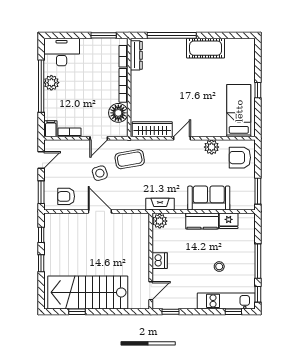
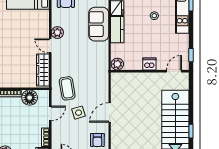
door: (99, 138) -> (50, 113), hinge flipped
plant: (212, 147) -> (57, 33), moved
fireplace: (160, 204) -> (104, 64), removed
door: (151, 291) -> (174, 71), hinge flipped

